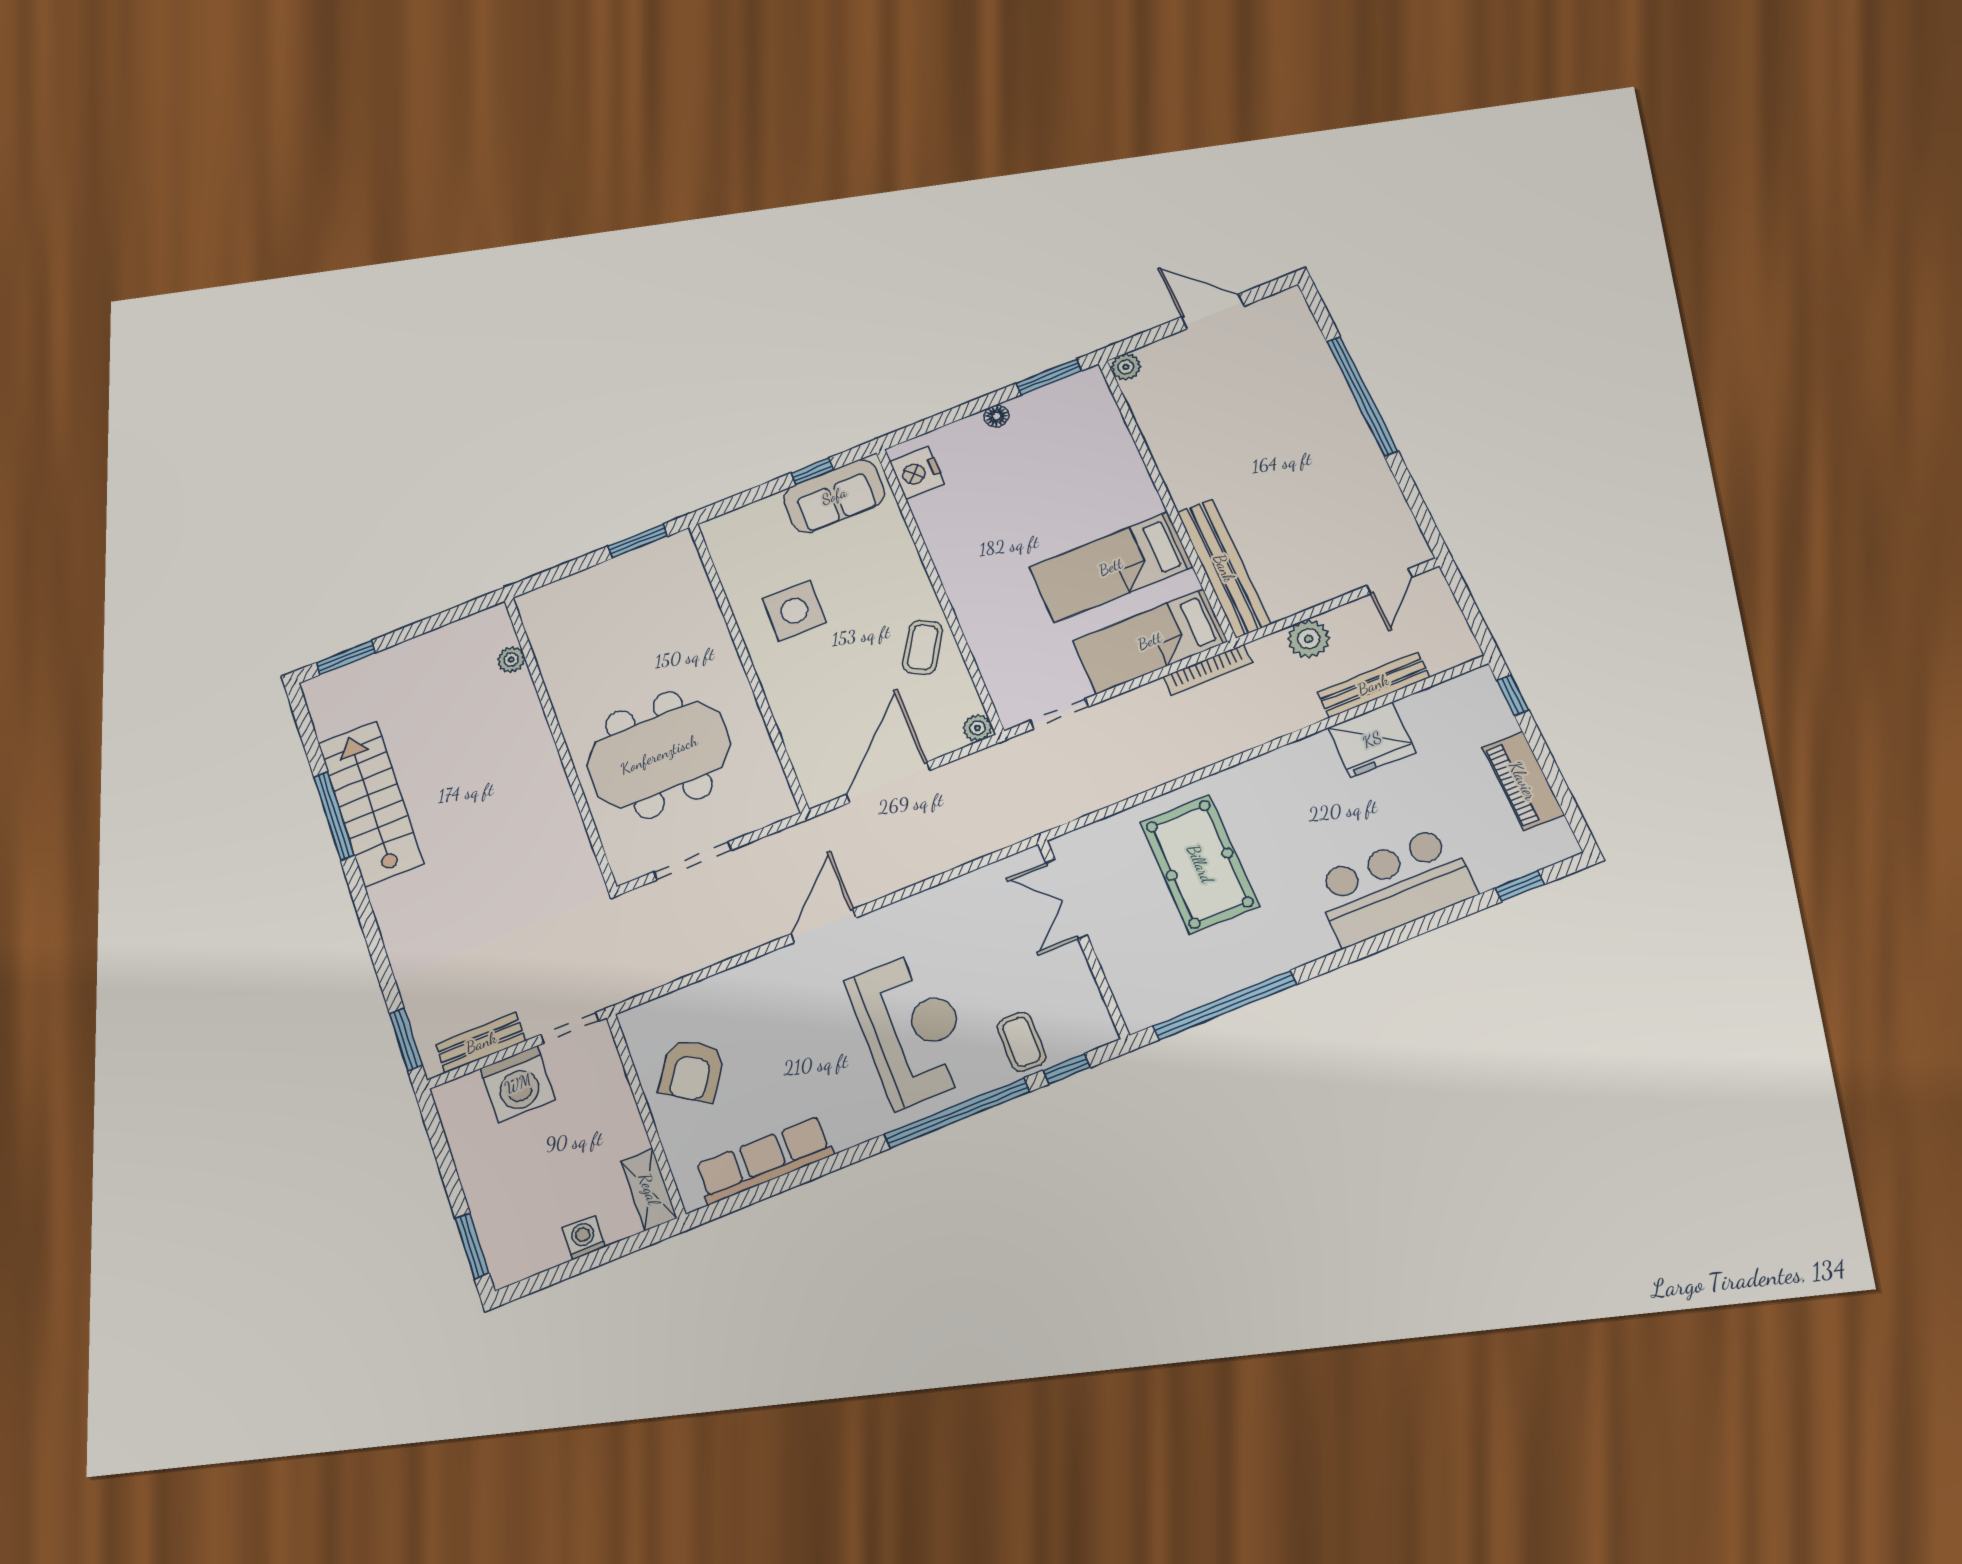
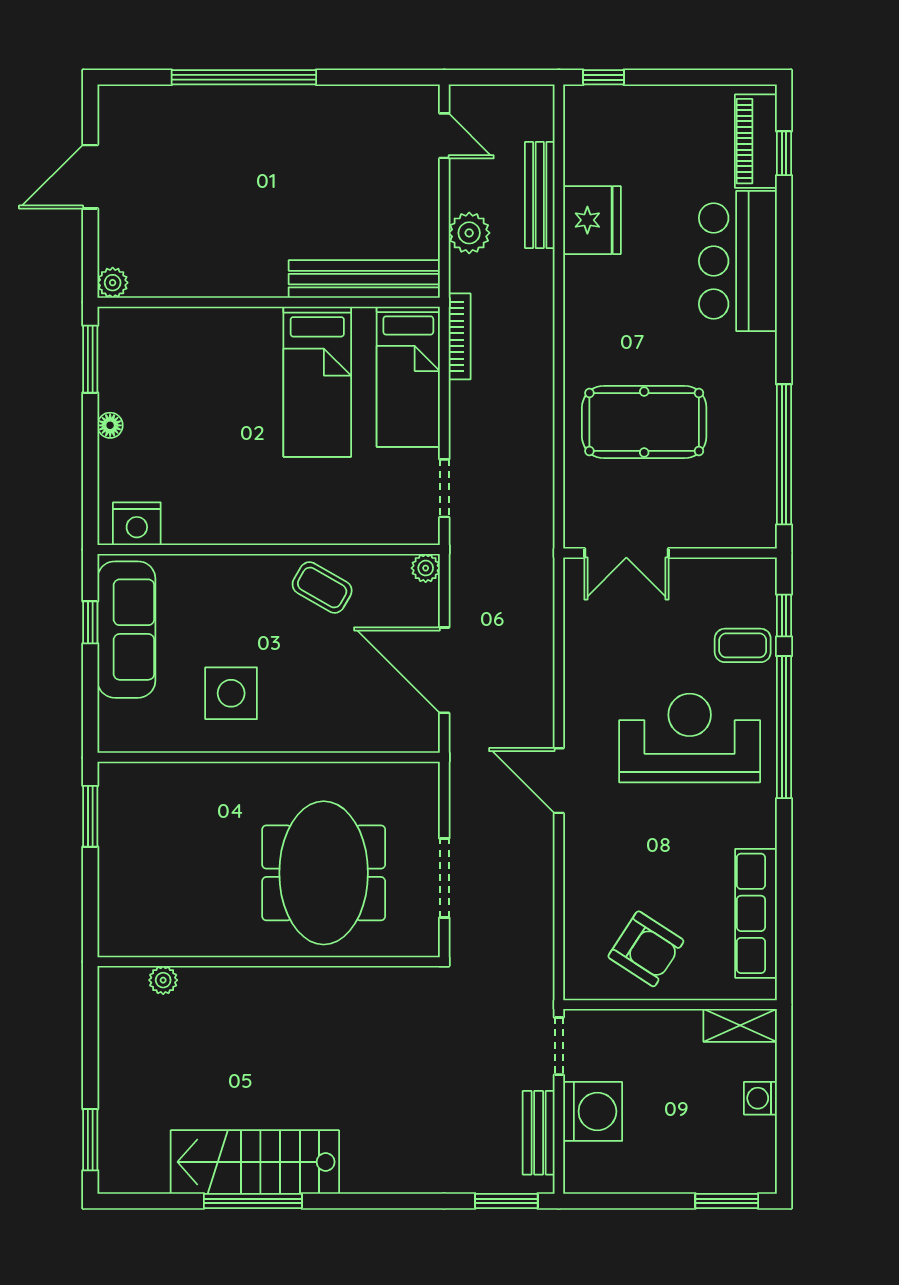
sofa: (834, 496) -> (126, 630), width x1.36
piano: (1523, 781) -> (756, 141), moved, turned 90

